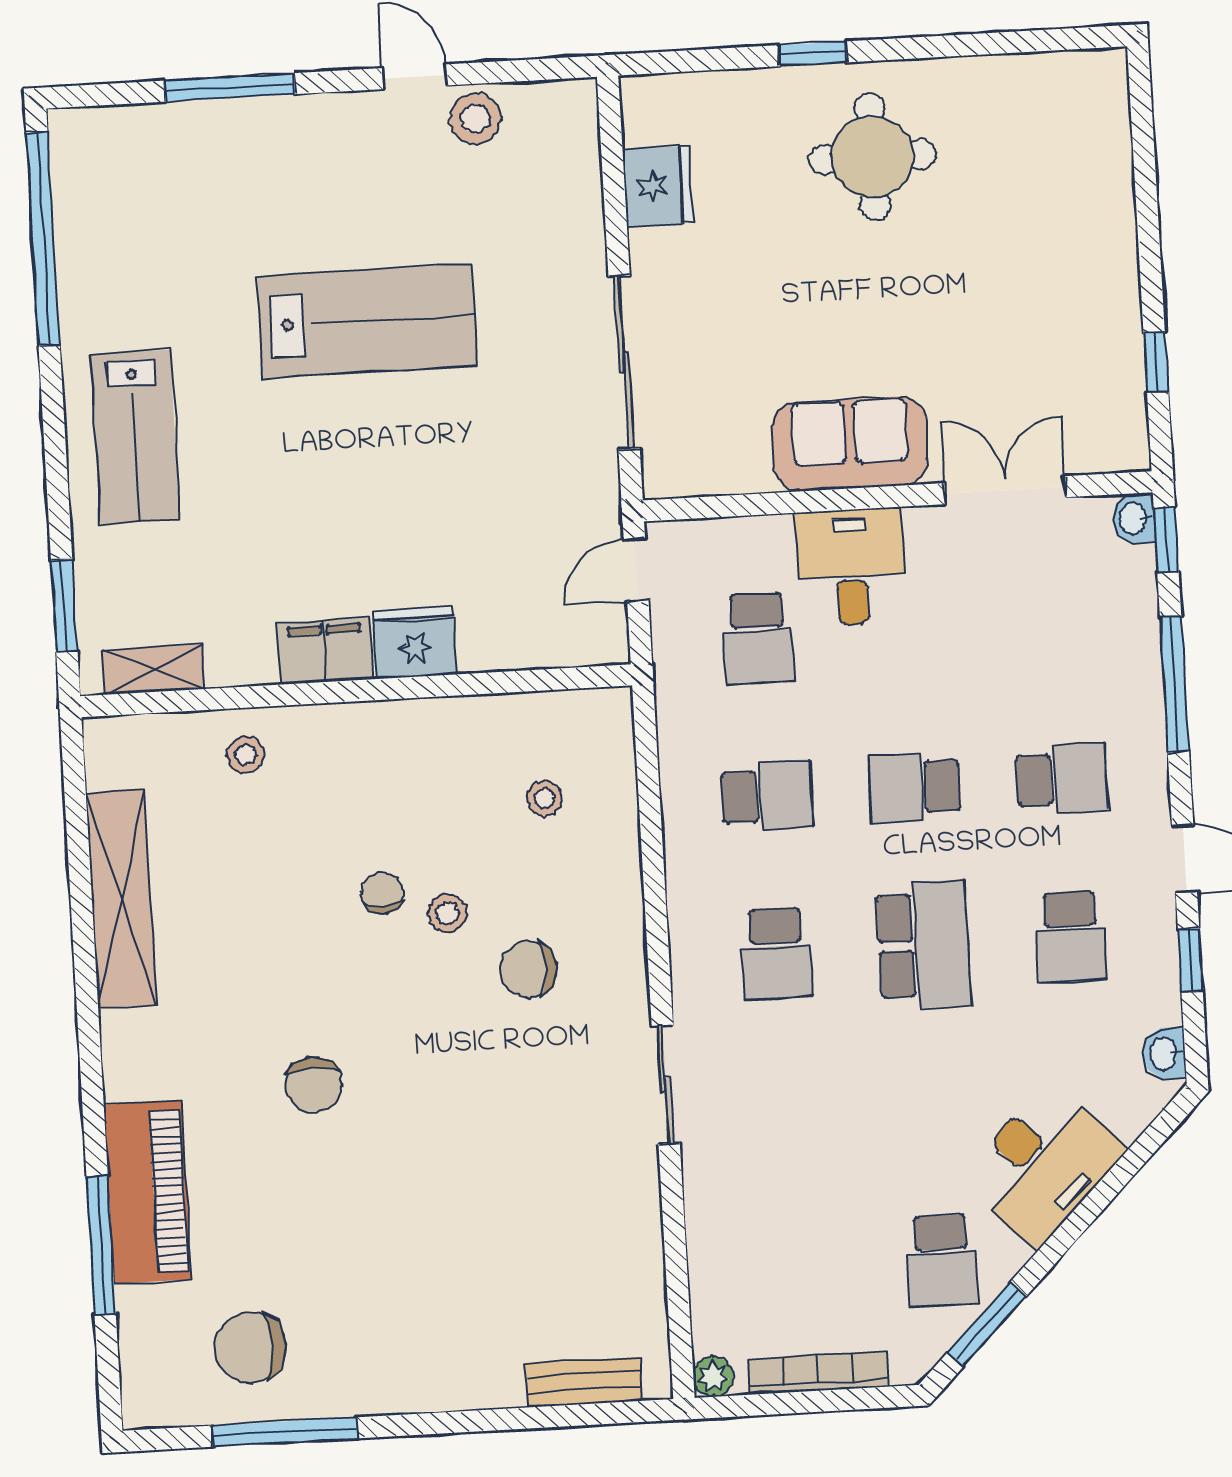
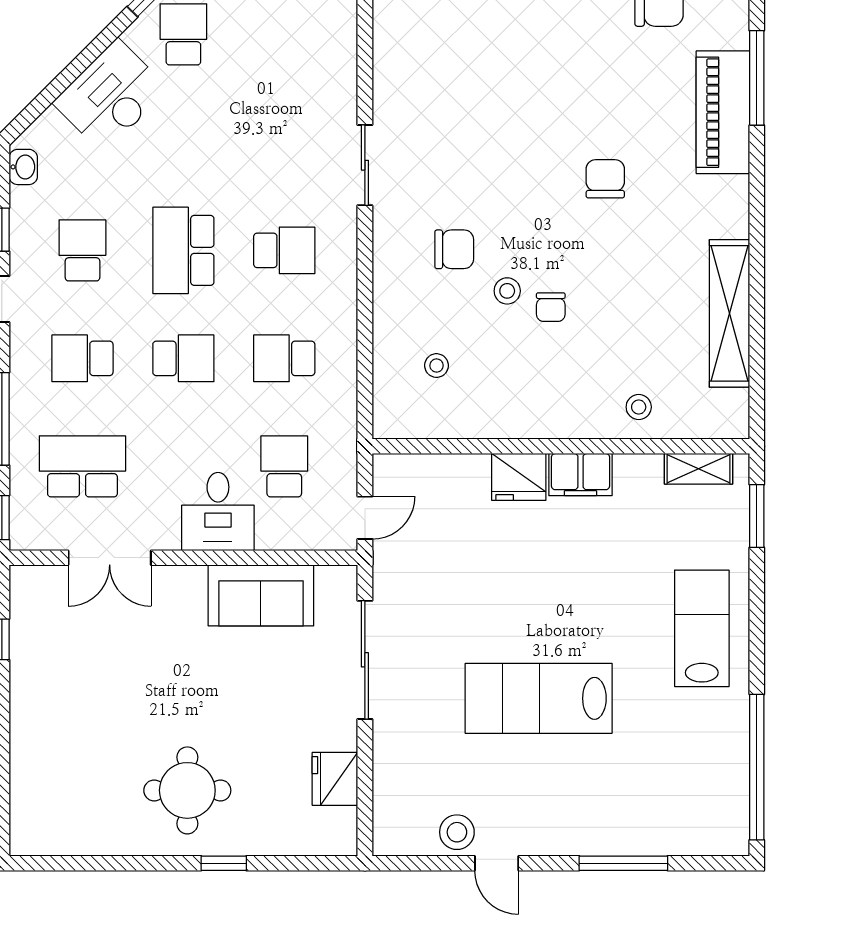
sofa: (850, 444) -> (261, 595), moved
washbasin: (1134, 519) -> (23, 533), removed
school desk: (1053, 621) -> (82, 466), added
school desk: (776, 954) -> (284, 250), turned 90

